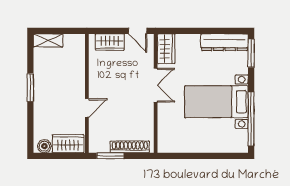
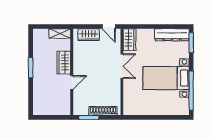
shelving: (48, 40) -> (60, 33), moved
wardrobe: (68, 144) -> (64, 62), moved, turned -90
boiler: (44, 146) -> (41, 110), removed

